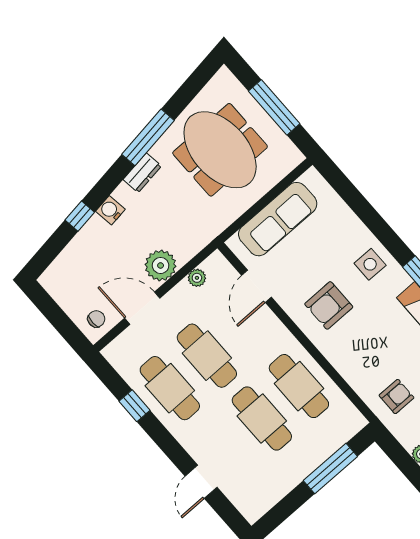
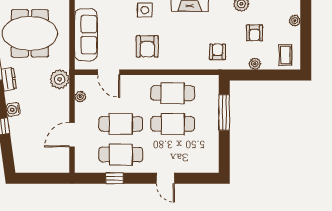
plant: (161, 265) -> (60, 79), moved
chair: (96, 319) -> (58, 161), removed
door: (201, 482) -> (165, 178), moved

